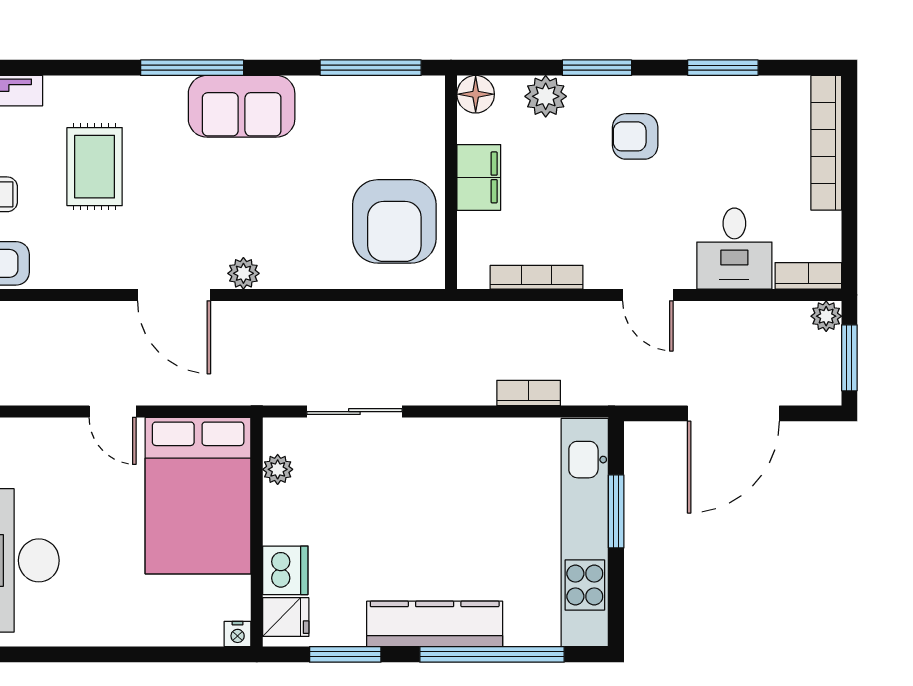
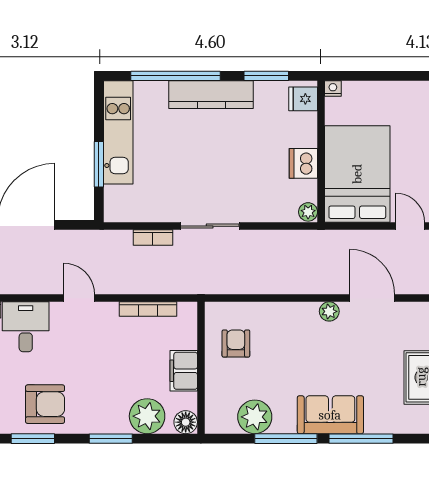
window: (371, 68) -> (286, 439), moved
plant: (546, 96) -> (147, 416), width x1.36, depth x1.36
plant: (364, 103) -> (255, 417), added
armchair: (635, 136) -> (45, 404), moved, width x1.38, depth x1.38
armchair: (394, 221) -> (236, 344), width x0.53, depth x0.53
sliding door: (354, 412) -> (210, 226), moved
plant: (278, 469) -> (308, 212), moved
kitchen unit: (585, 533) -> (118, 132), width x0.73
dishwasher: (285, 570) -> (303, 163), moved

